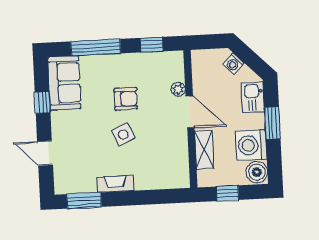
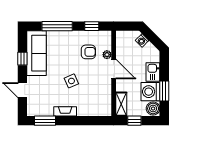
sofa: (64, 83) -> (36, 53), width x1.36
kitchen sink: (253, 97) -> (153, 72), moved
armchair: (126, 99) -> (88, 52), moved
window: (272, 123) -> (164, 91), moved
shelving: (204, 150) -> (121, 104), moved

